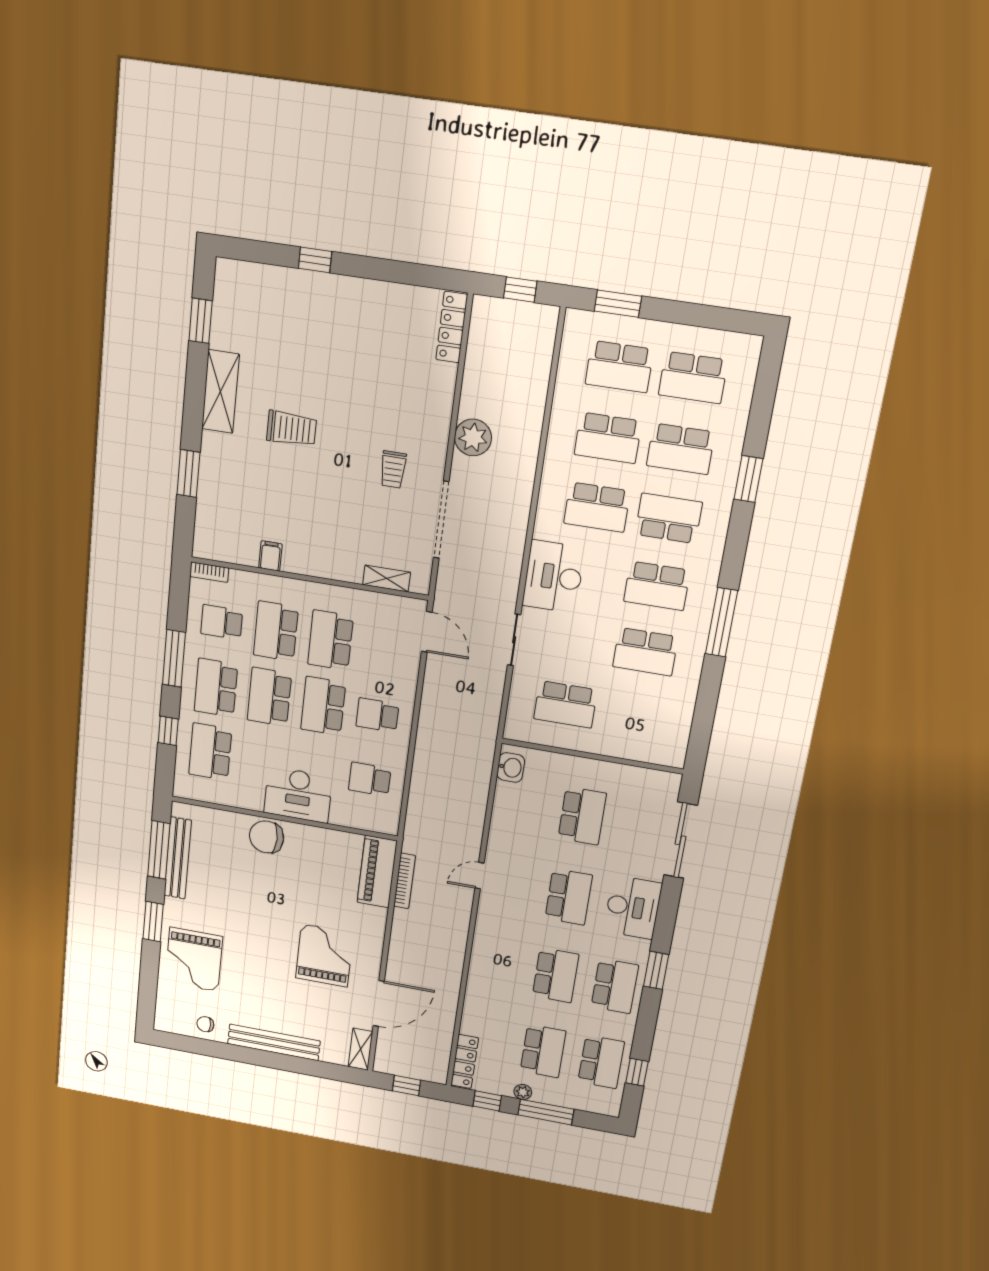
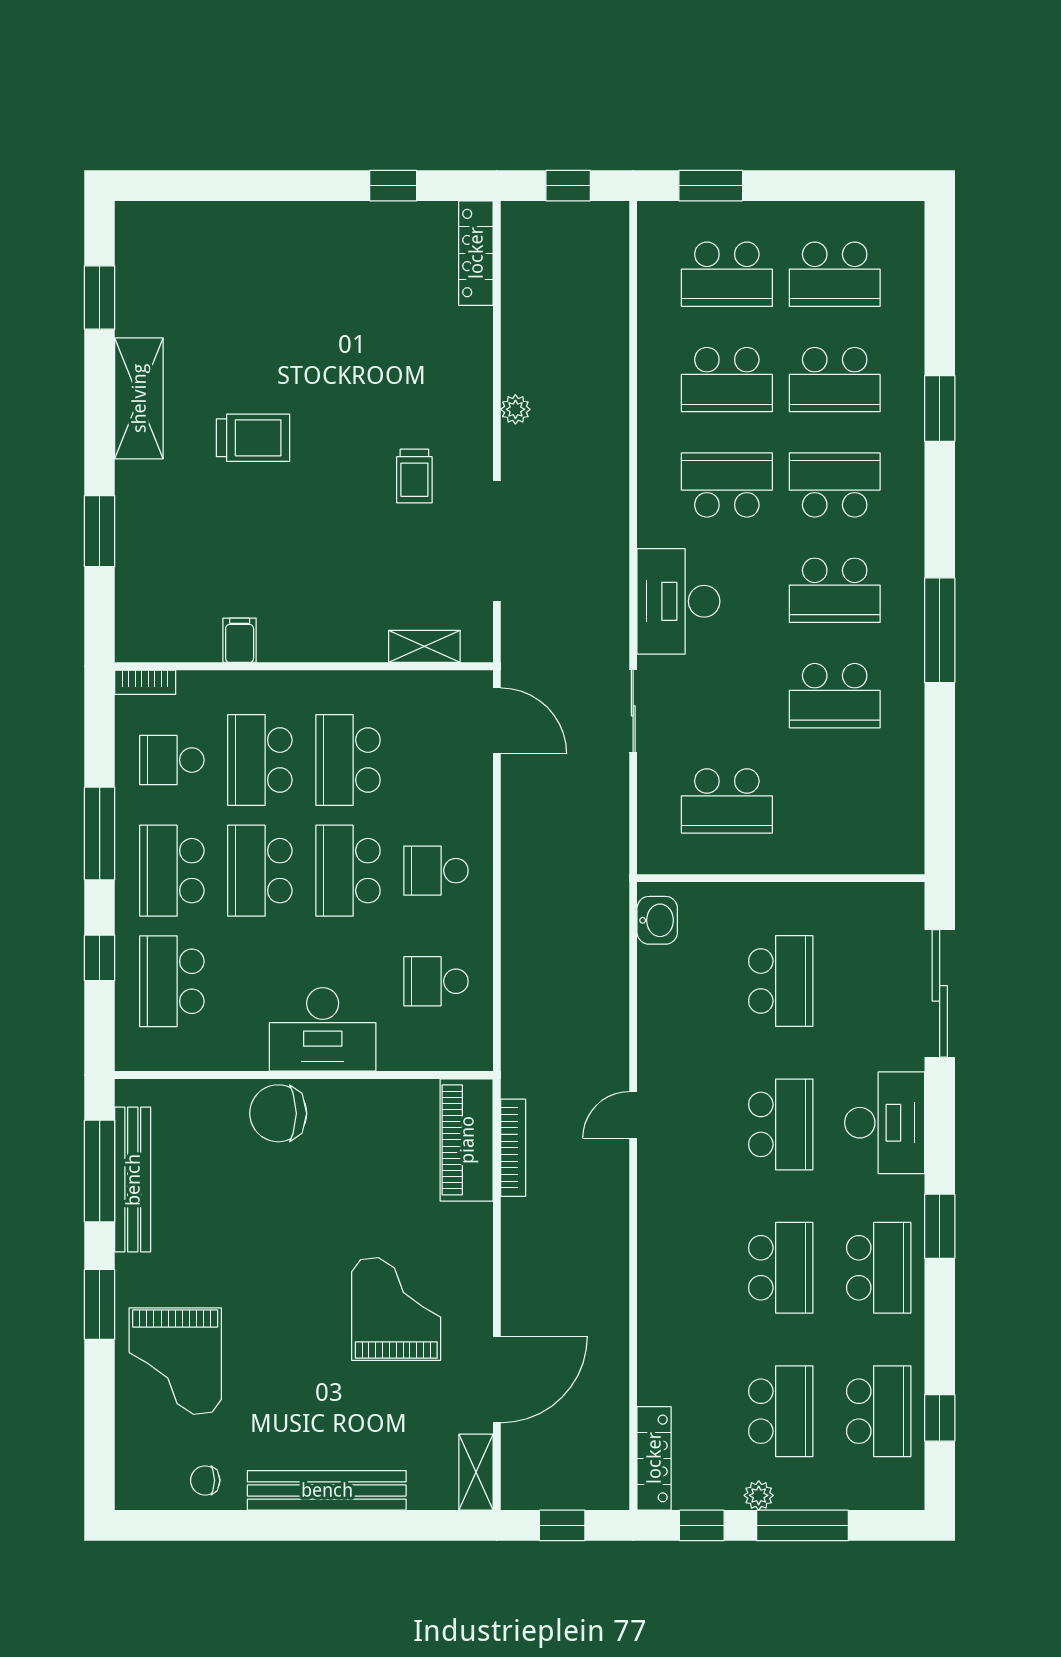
window: (315, 260) -> (393, 186), moved
plant: (473, 437) -> (515, 409), width x0.53, depth x0.53
school desk: (597, 507) -> (727, 485), turned 180

